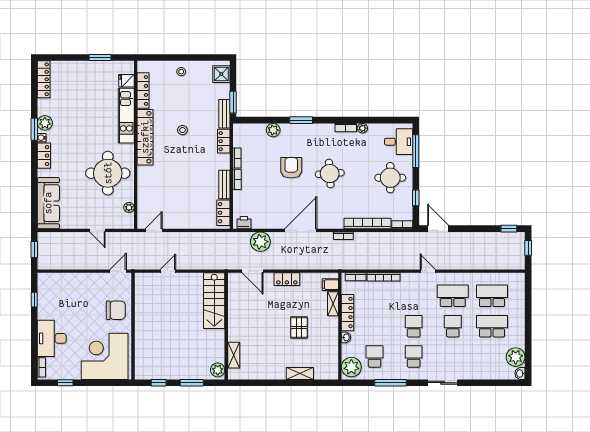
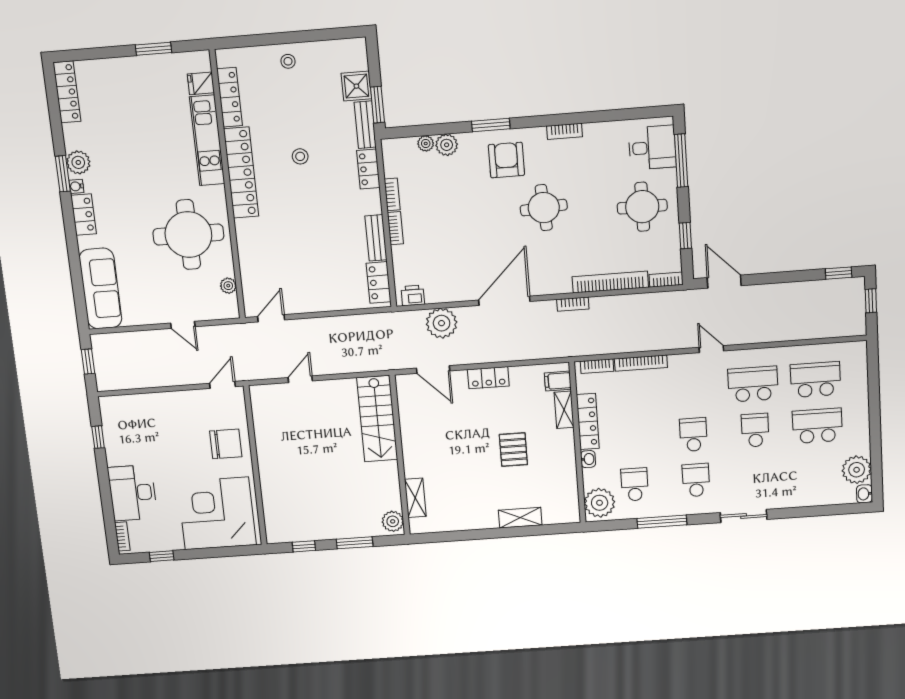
shower: (221, 74) -> (356, 86), moved
plant: (362, 128) -> (426, 143), moved
armchair: (291, 168) -> (506, 160), moved

